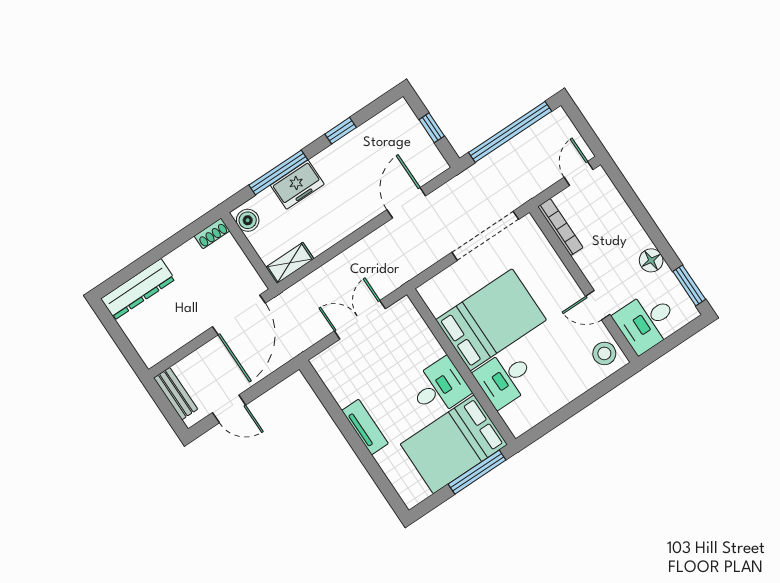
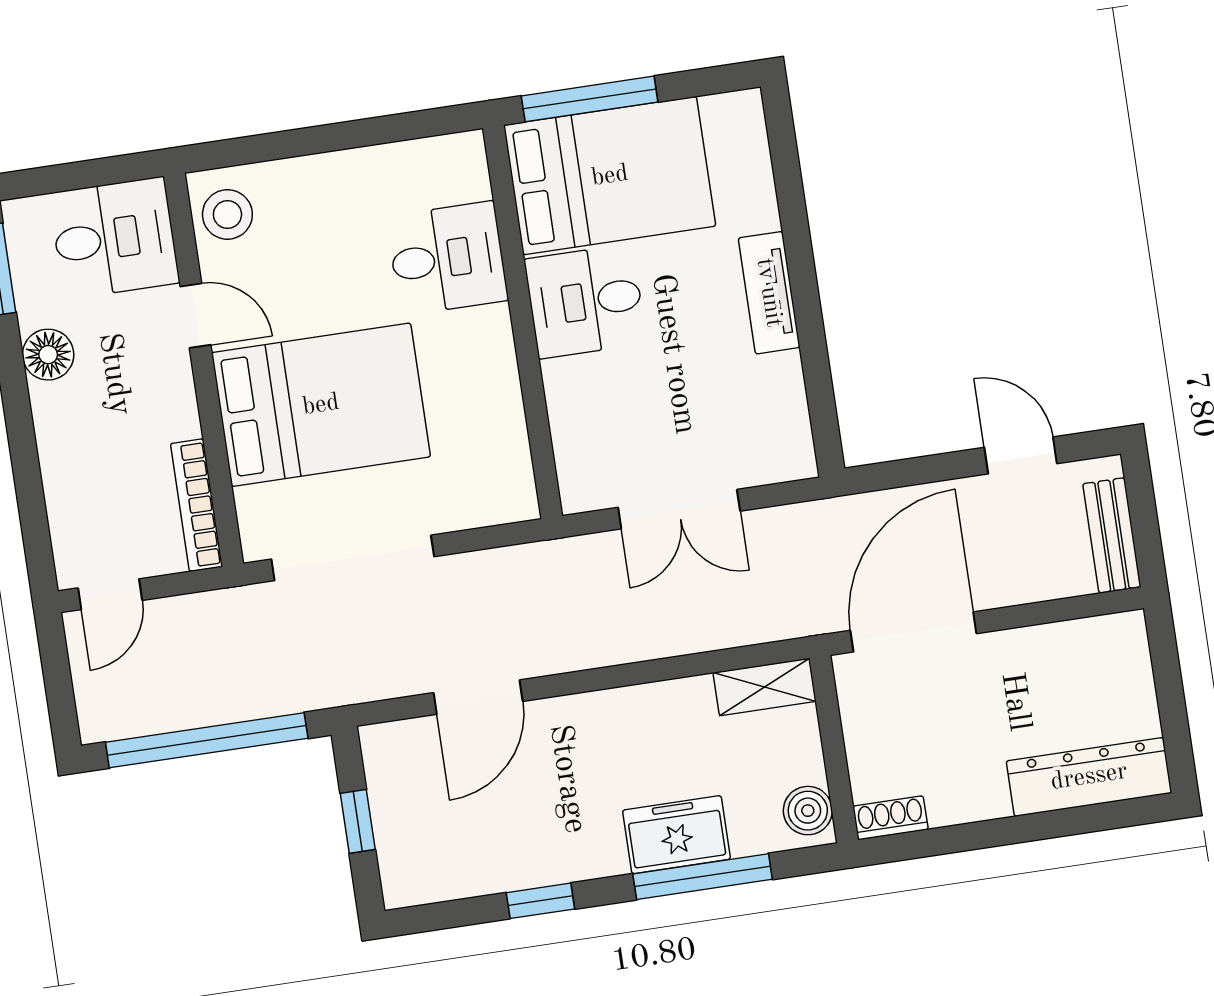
bed: (491, 320) -> (321, 405), moved, turned 180

